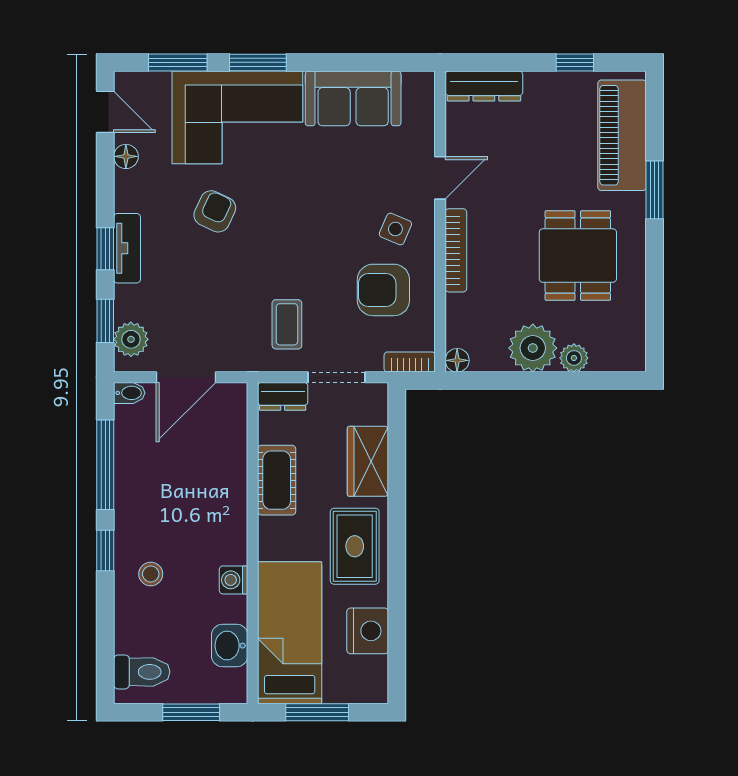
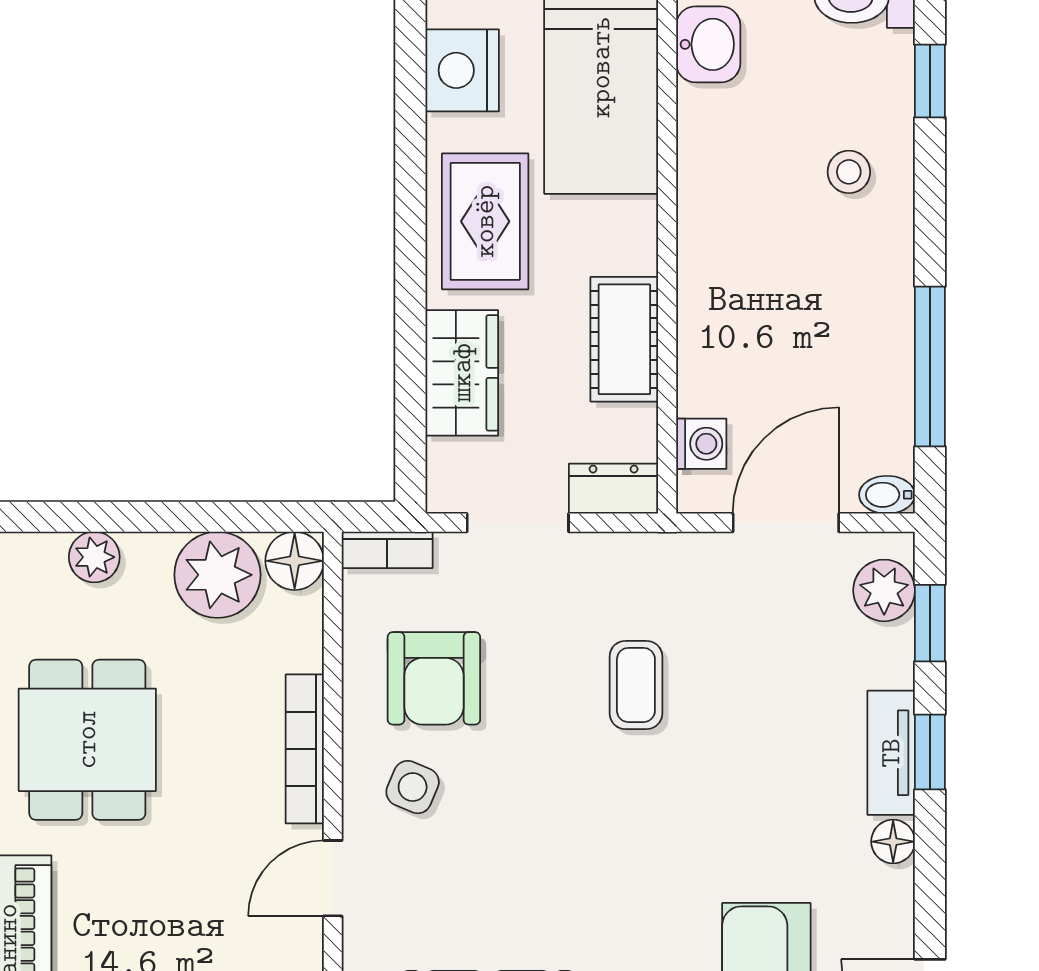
floor lamp: (126, 156) -> (893, 842), moved
armchair: (215, 211) -> (735, 819), removed
armchair: (383, 290) -> (434, 678), turned 90
coffee table: (287, 324) -> (636, 685), moved
plant: (533, 348) -> (217, 575), moved
floor lamp: (457, 360) -> (295, 561), width x1.37, depth x1.37
window: (105, 550) -> (930, 81), moved
washing machine: (233, 580) -> (701, 444), moved

